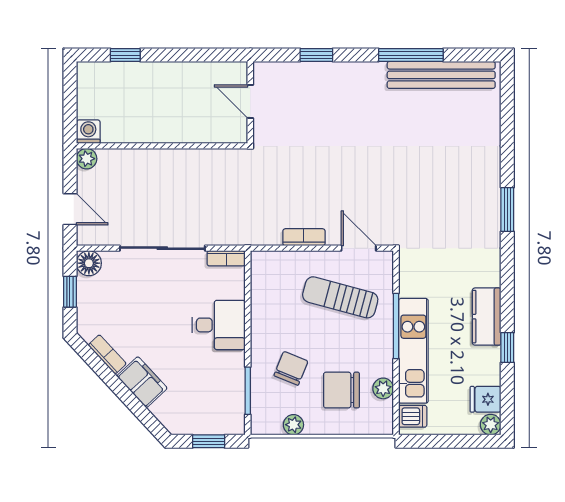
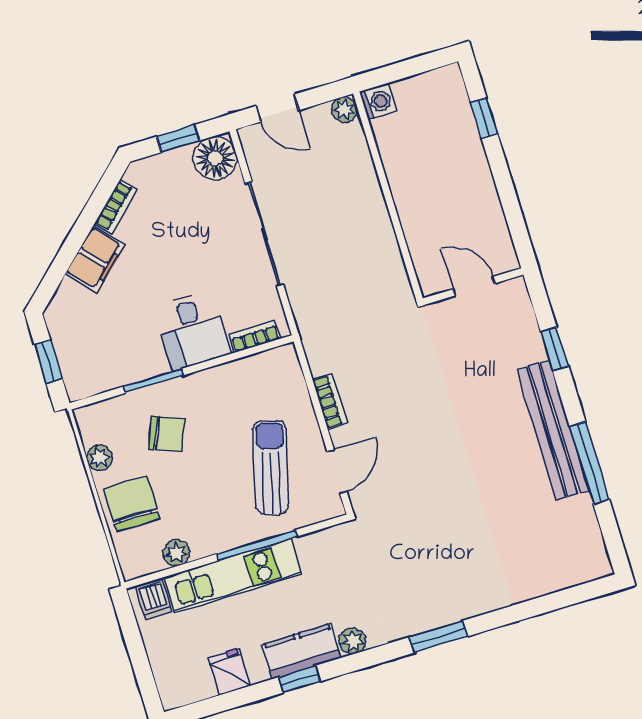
bench: (441, 75) -> (553, 430), moved
door: (250, 101) -> (474, 286), hinge flipped
door: (70, 209) -> (277, 108), hinge flipped
bookcase: (226, 258) -> (255, 336), moved, turned 90
floor lamp: (89, 263) -> (215, 158), width x1.38, depth x1.38
window: (507, 347) -> (299, 679), moved
chair: (342, 390) -> (132, 504), moved
window: (248, 391) -> (153, 381), moved
fridge: (485, 399) -> (229, 672), moved
plant: (491, 425) -> (352, 641), moved

